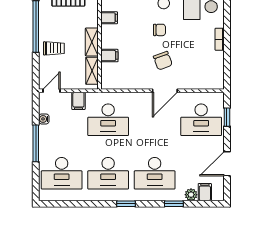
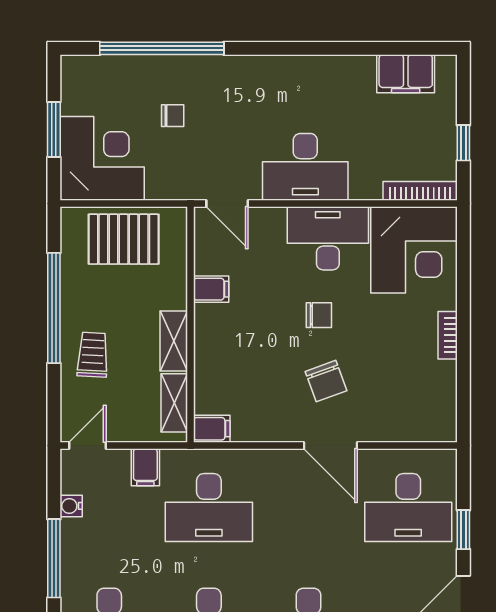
trolley: (54, 48) -> (93, 355), turned -87
filing cabinet: (109, 56) -> (212, 429), moved
door: (165, 91) -> (330, 445), hinge flipped
window: (227, 117) -> (463, 530), moved

